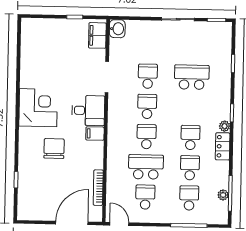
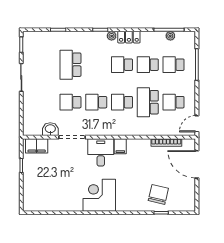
washbasin: (117, 29) -> (50, 129), moved
chair: (54, 149) -> (158, 194), moved, turned 103

